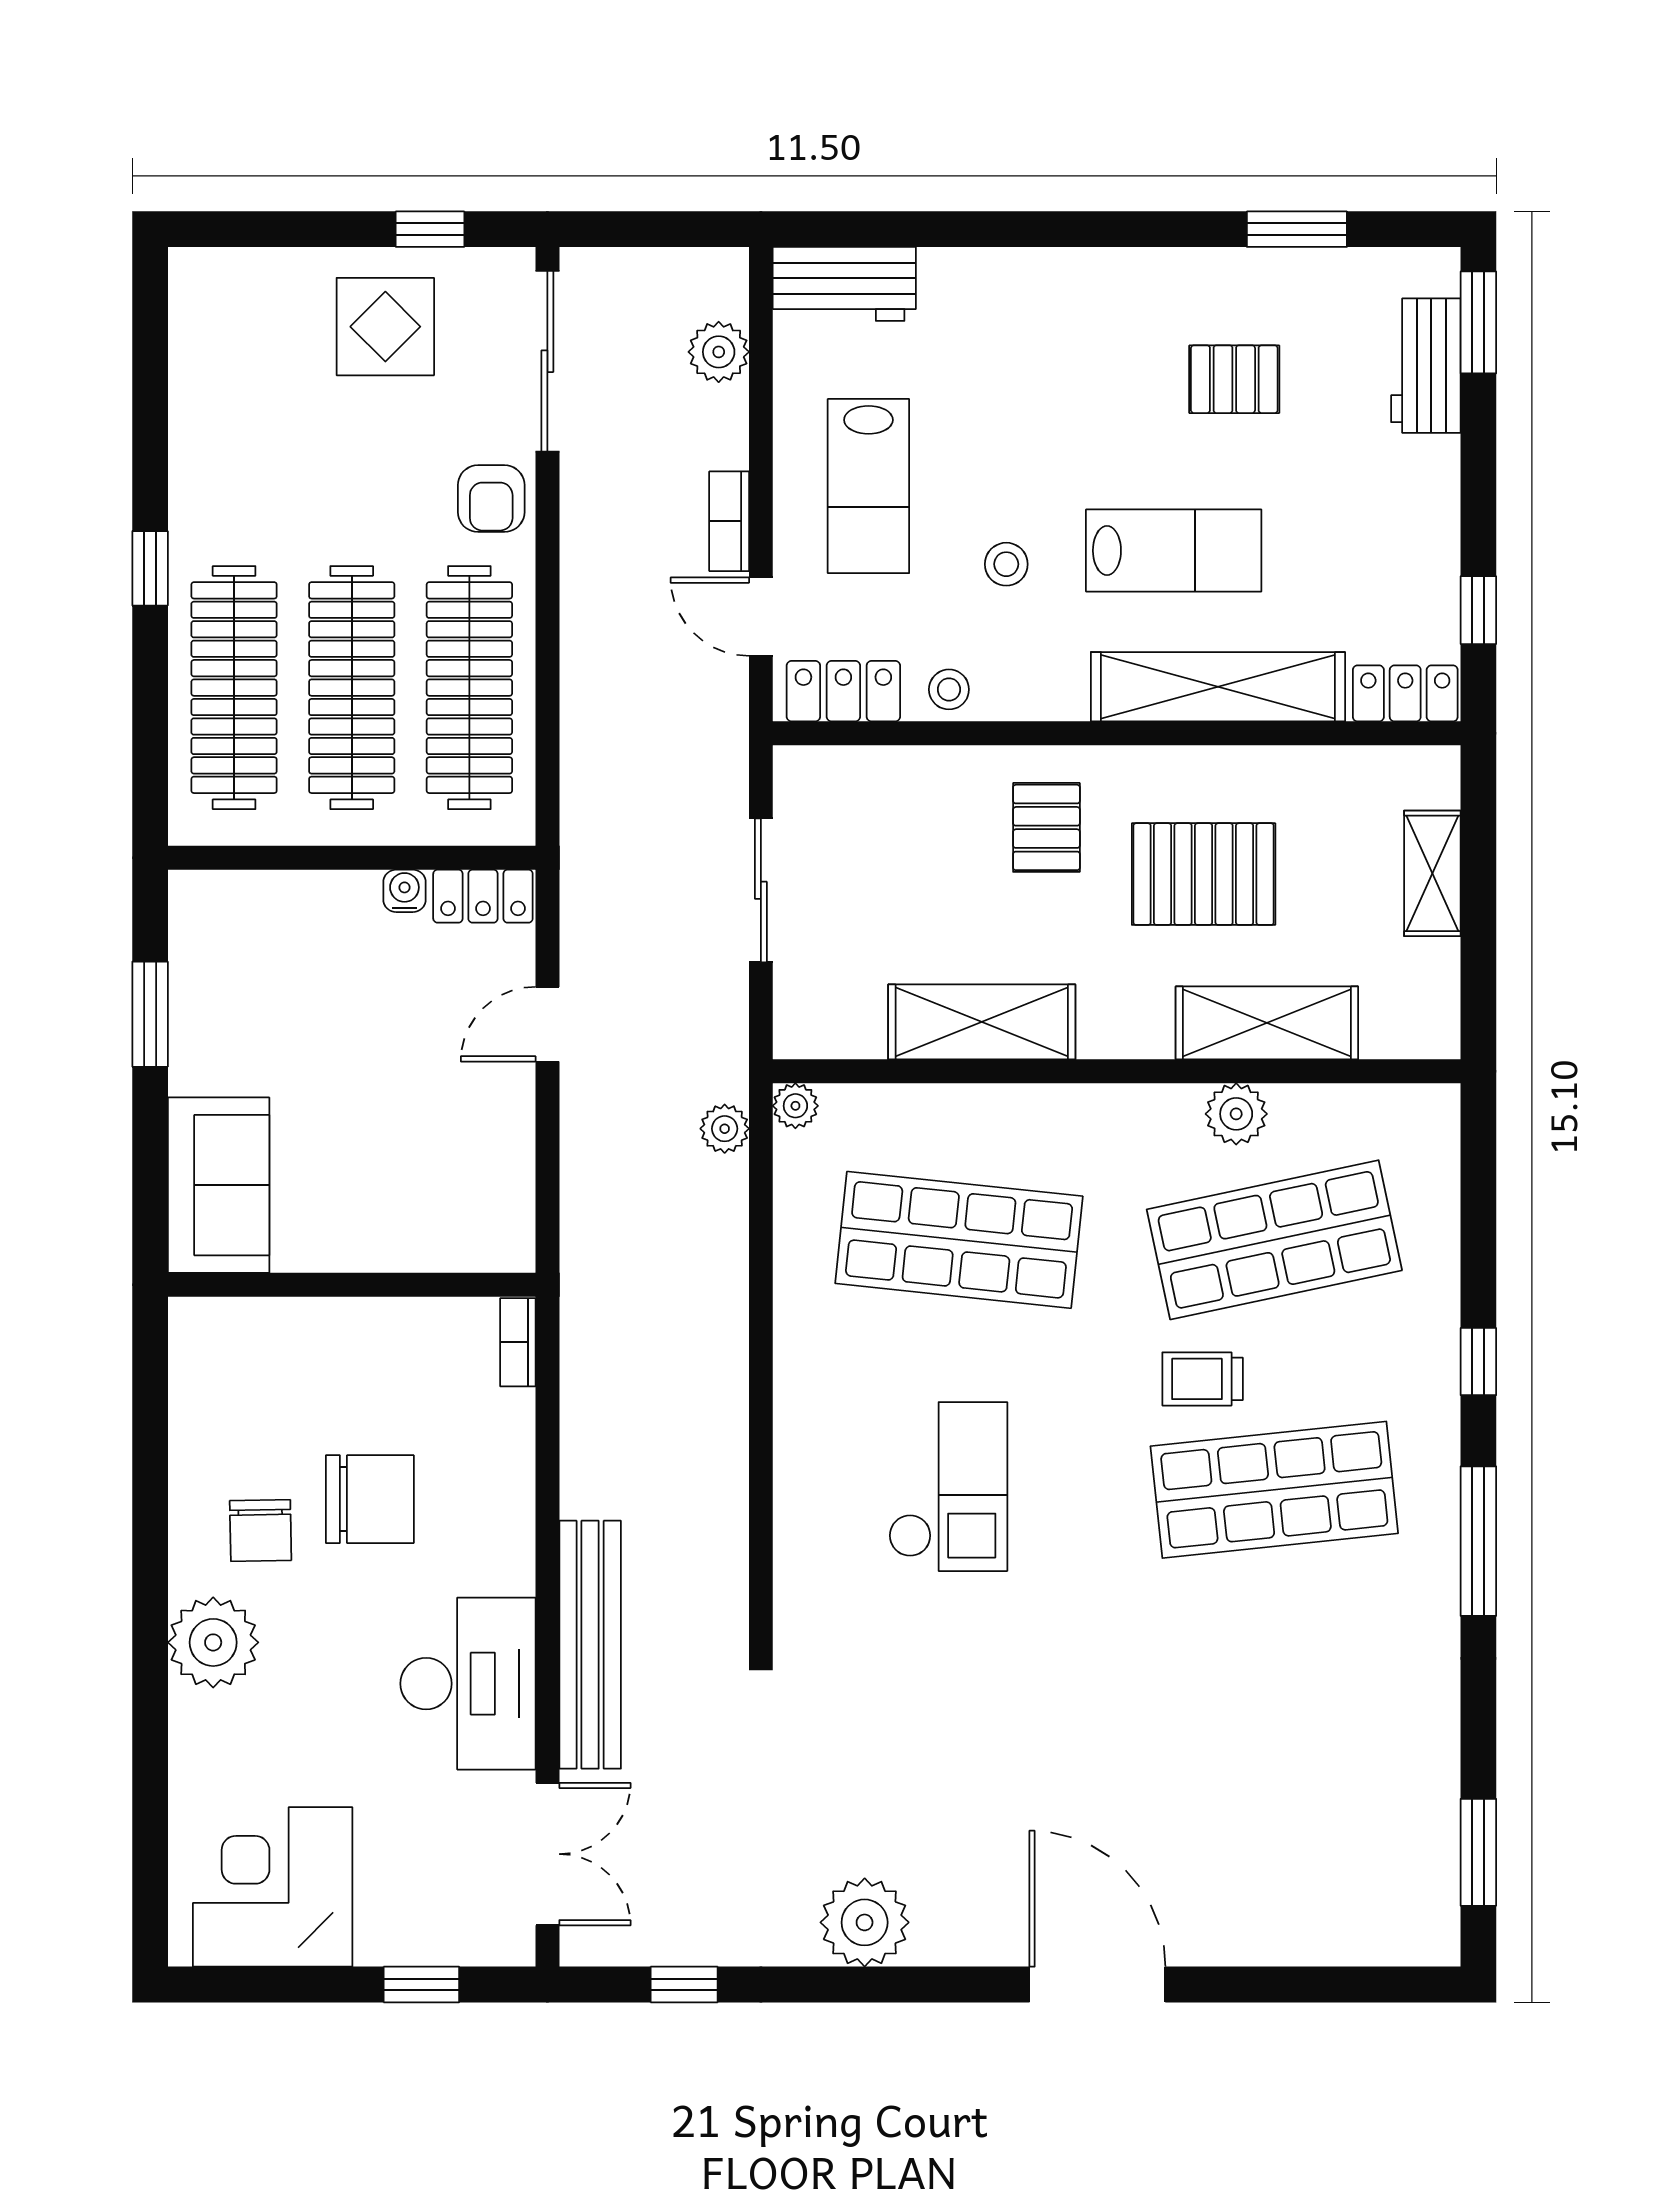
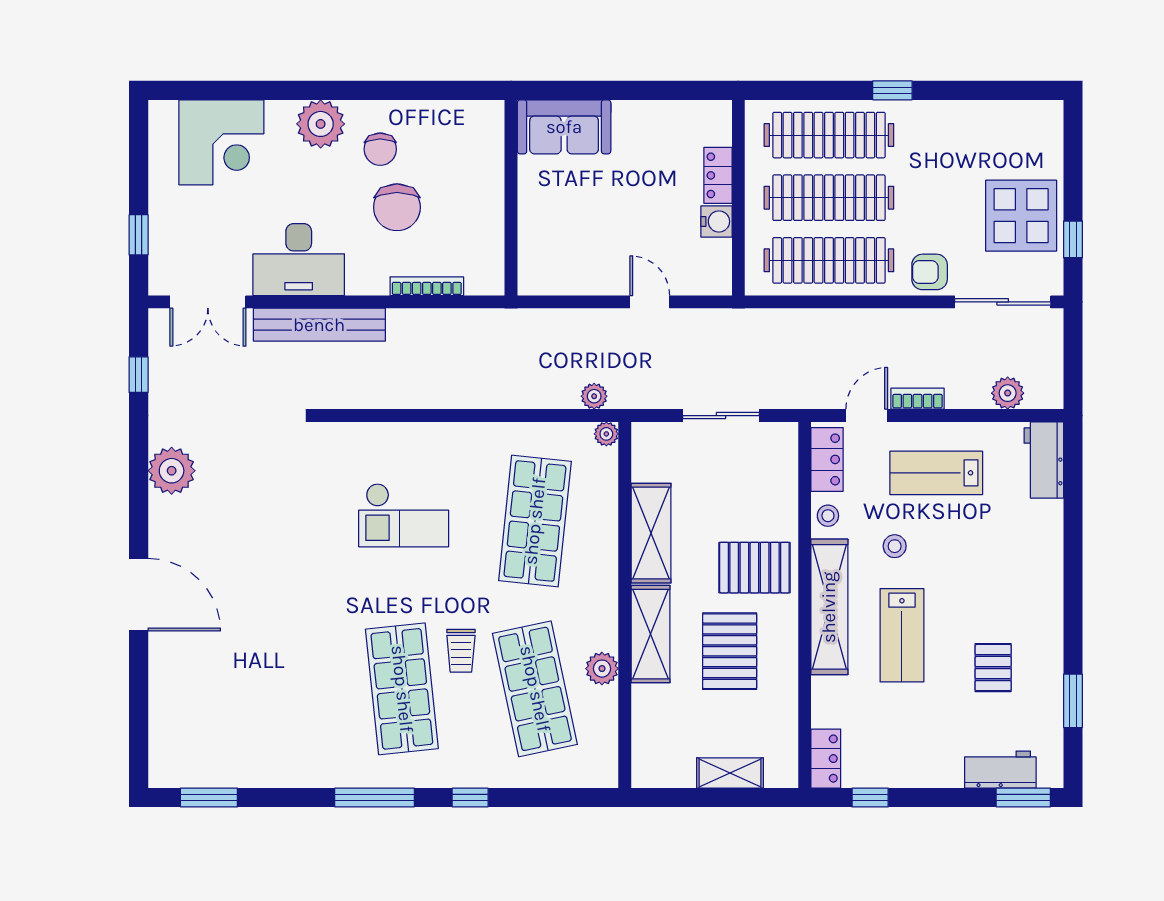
display table: (385, 327) -> (1021, 216), width x1.36, depth x1.36
shelving: (1218, 687) -> (829, 607), moved
pallet: (1046, 827) -> (754, 568), width x1.50, depth x1.42
water cooler: (404, 891) -> (716, 221), width x1.38, depth x1.38
locker: (483, 896) -> (718, 175), moved
window: (150, 1014) -> (655, 90), removed
shelving: (1267, 1023) -> (650, 634), moved
bookcase: (518, 1342) -> (427, 286), moved, width x1.56
trolley: (1203, 1379) -> (461, 651), turned 180
chair: (261, 1531) -> (380, 149), turned -89
corner desk: (273, 1887) -> (221, 142), moved, turned 90
door: (1097, 1984) -> (139, 595), hinge flipped

